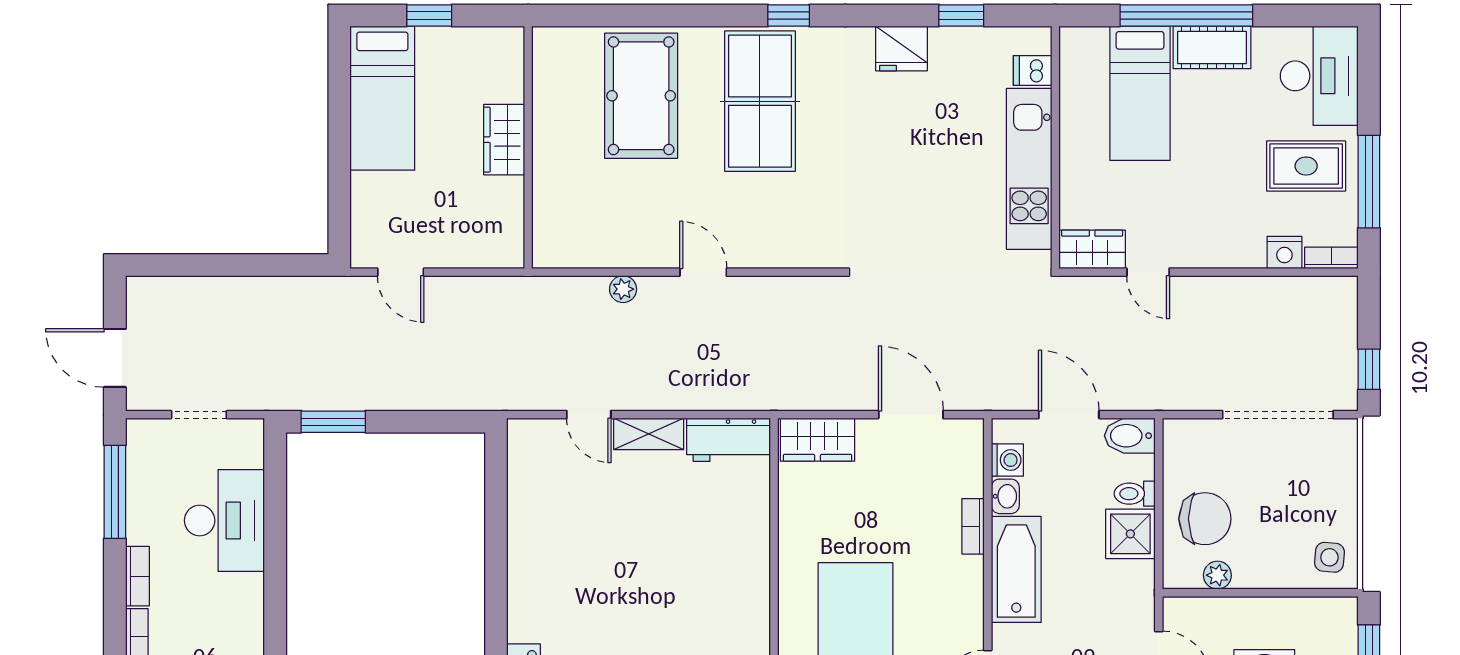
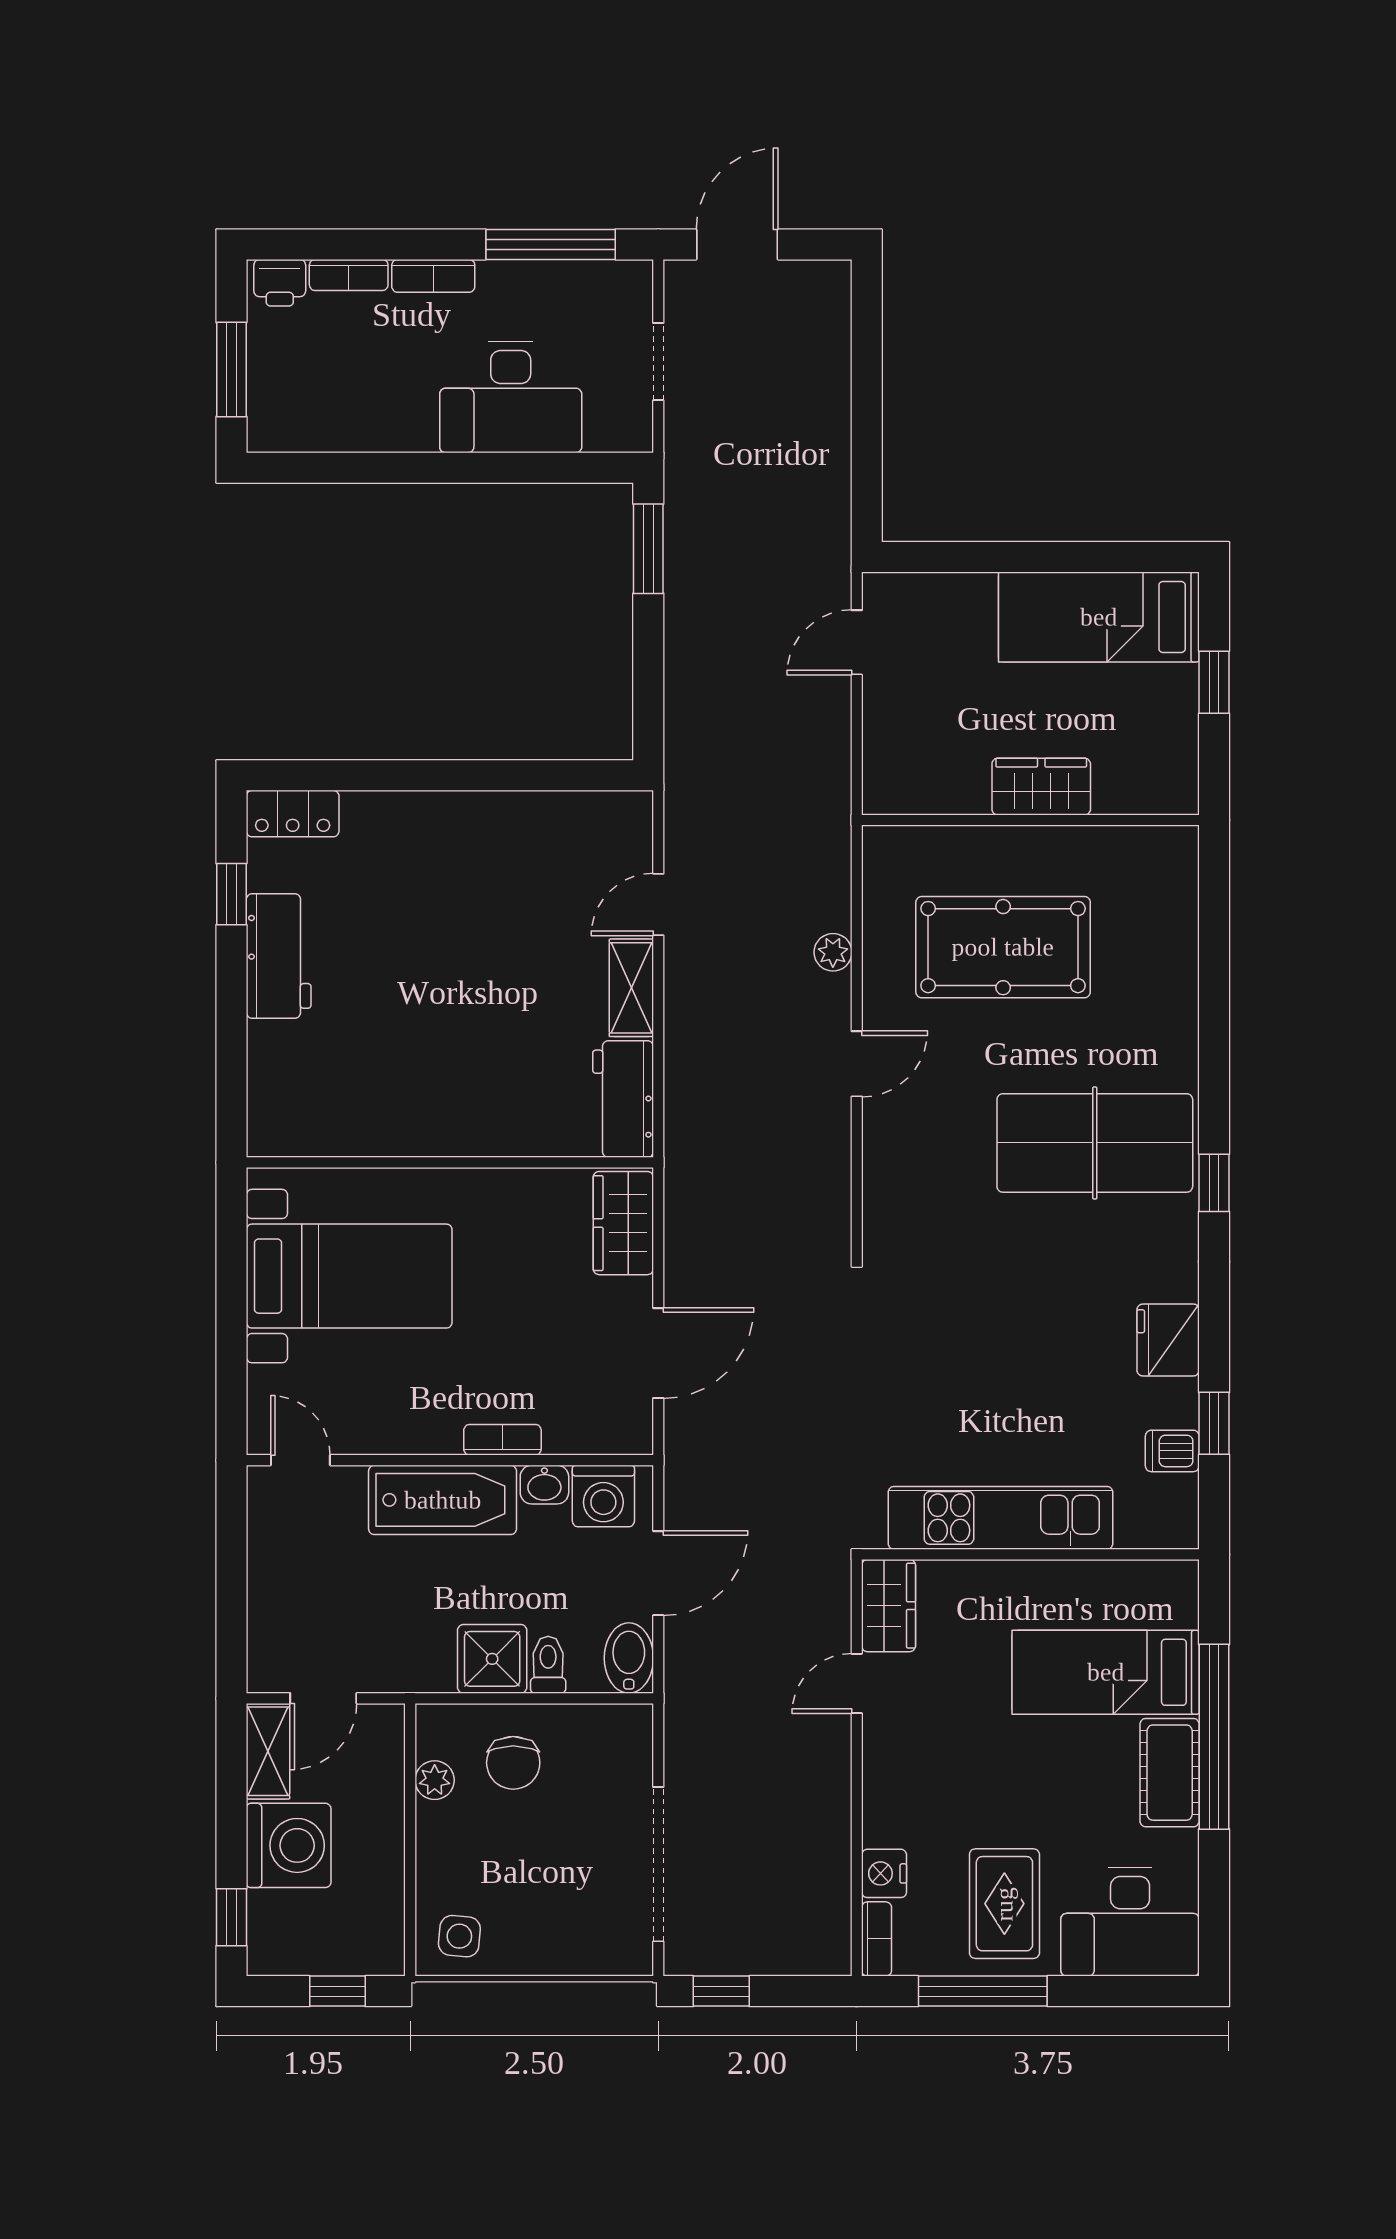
dishwasher: (1033, 71) -> (1172, 1451), moved, turned -90
pool table: (641, 96) -> (1003, 947), moved
washing machine: (1007, 460) -> (603, 1496), width x1.38, depth x1.38
chair: (1205, 519) -> (513, 1763), width x0.73, depth x0.73

